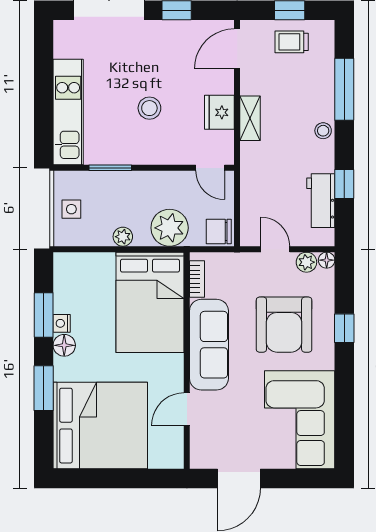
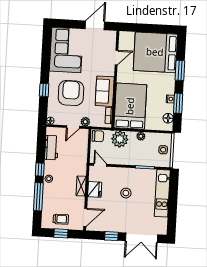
window: (344, 184) -> (40, 170), moved
door: (275, 249) -> (73, 127), hinge flipped
plant: (306, 262) -> (85, 122), moved
floor lamp: (64, 345) -> (168, 118), moved
sofa: (209, 345) -> (105, 91), width x0.73

